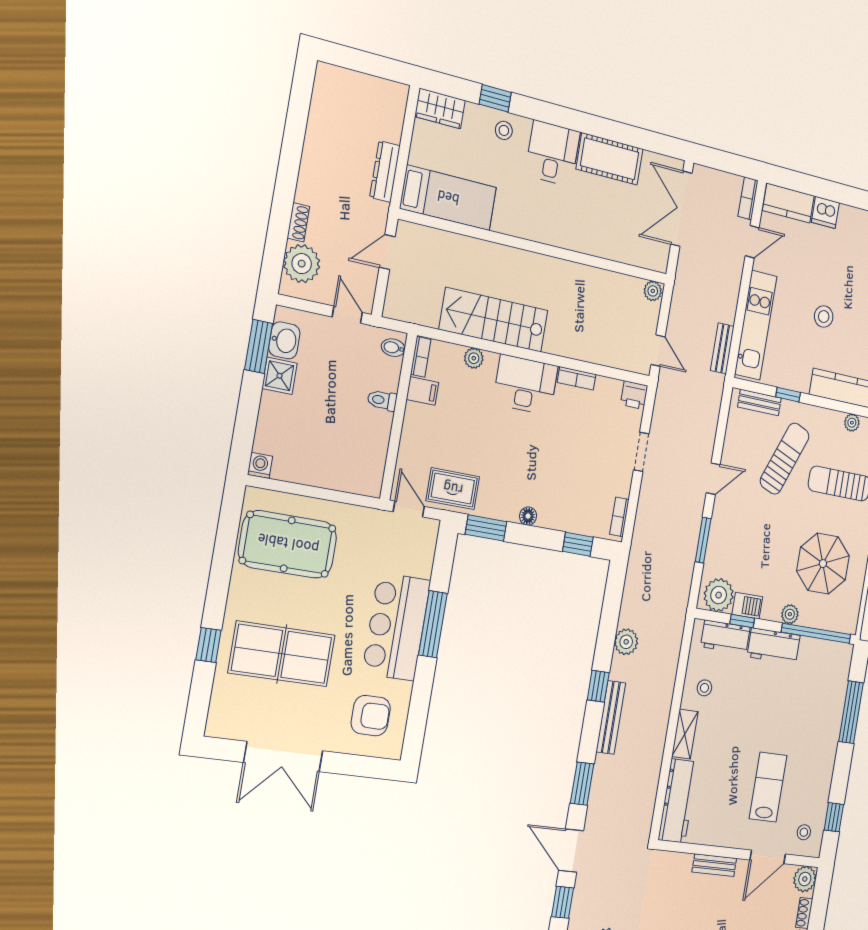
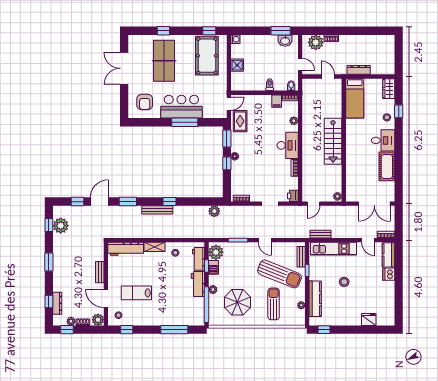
double door: (681, 209) -> (374, 204), swing flipped
door: (347, 315) -> (300, 64), hinge flipped
stairs: (494, 320) -> (333, 141), moved, turned 180
shower: (280, 376) -> (237, 65), moved
sun lounger: (785, 459) -> (280, 274), width x1.36, depth x1.34
window: (228, 528) -> (209, 31), added
window: (578, 544) -> (227, 163), moved
plant: (626, 642) -> (214, 211), moved
lab bench: (768, 787) -> (136, 293), turned 180

